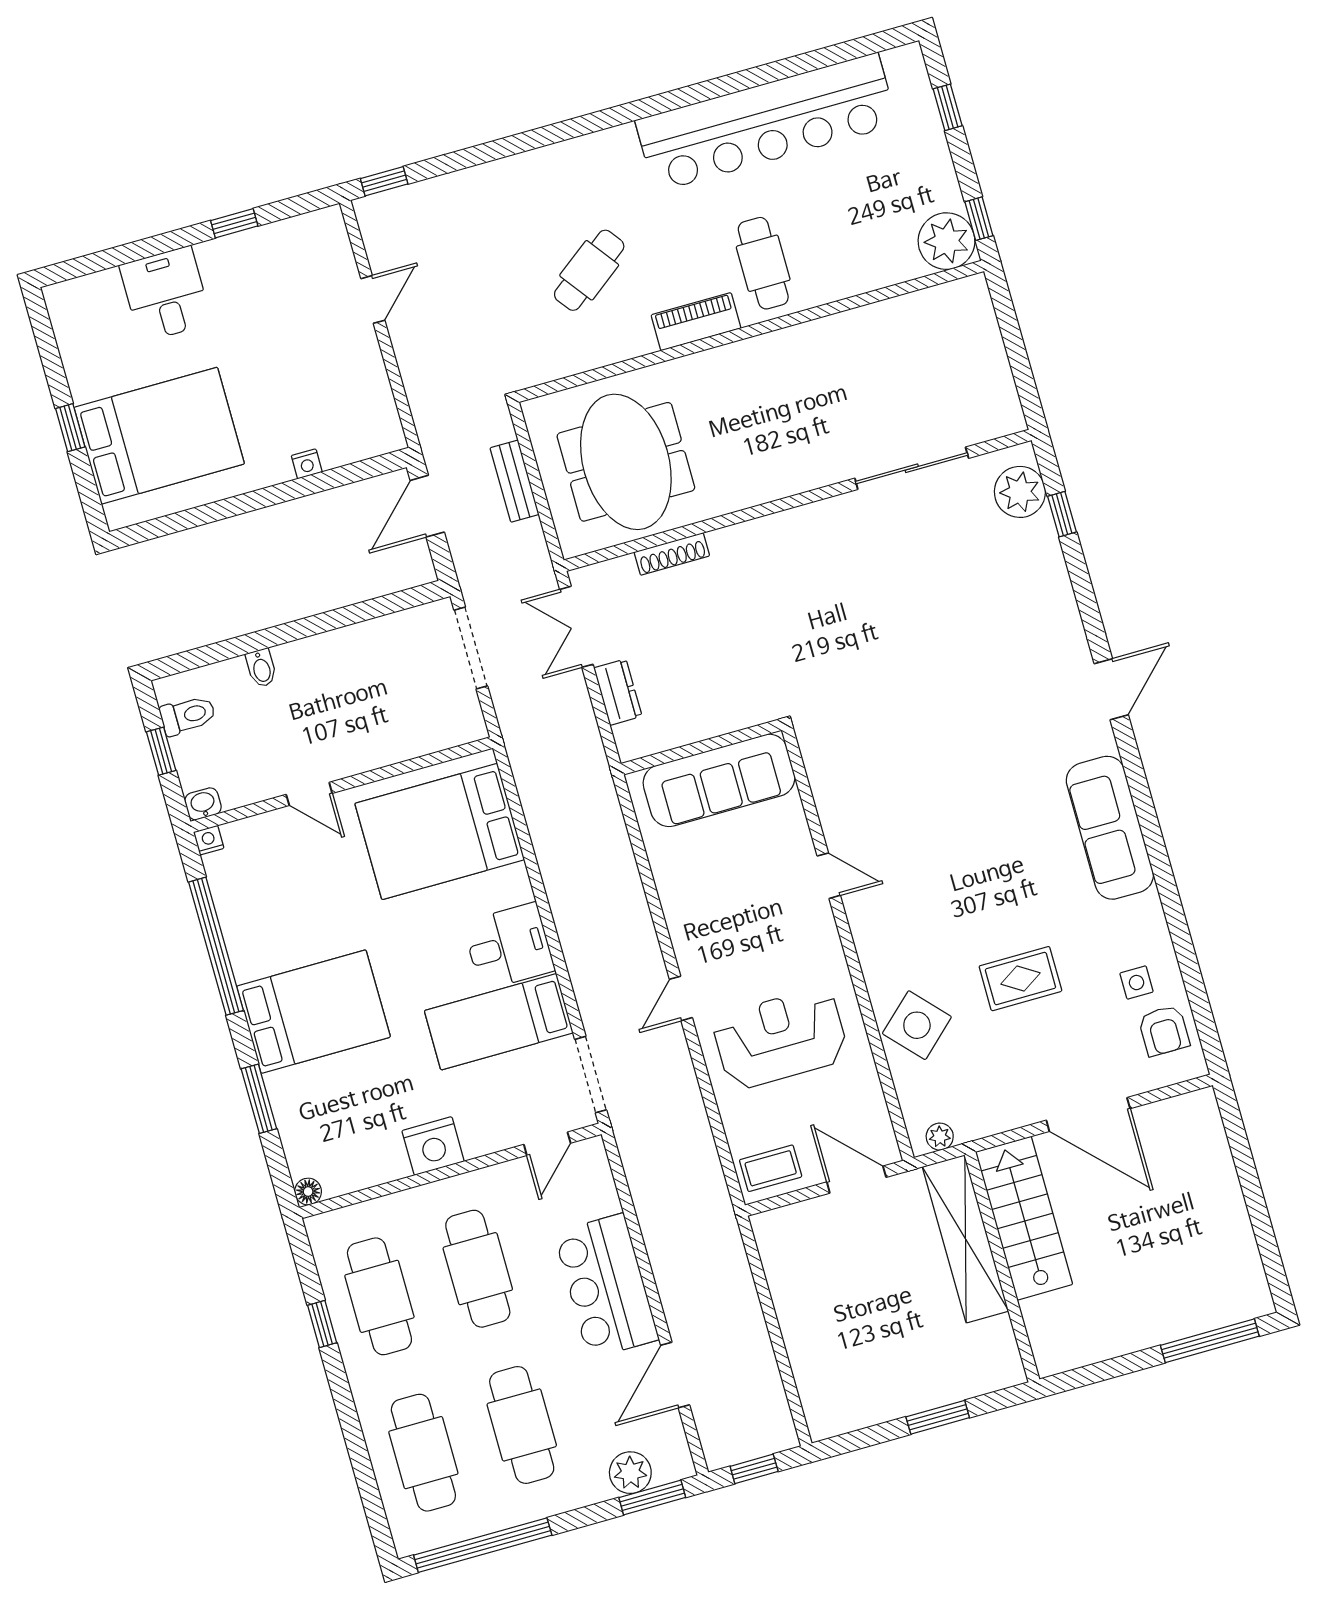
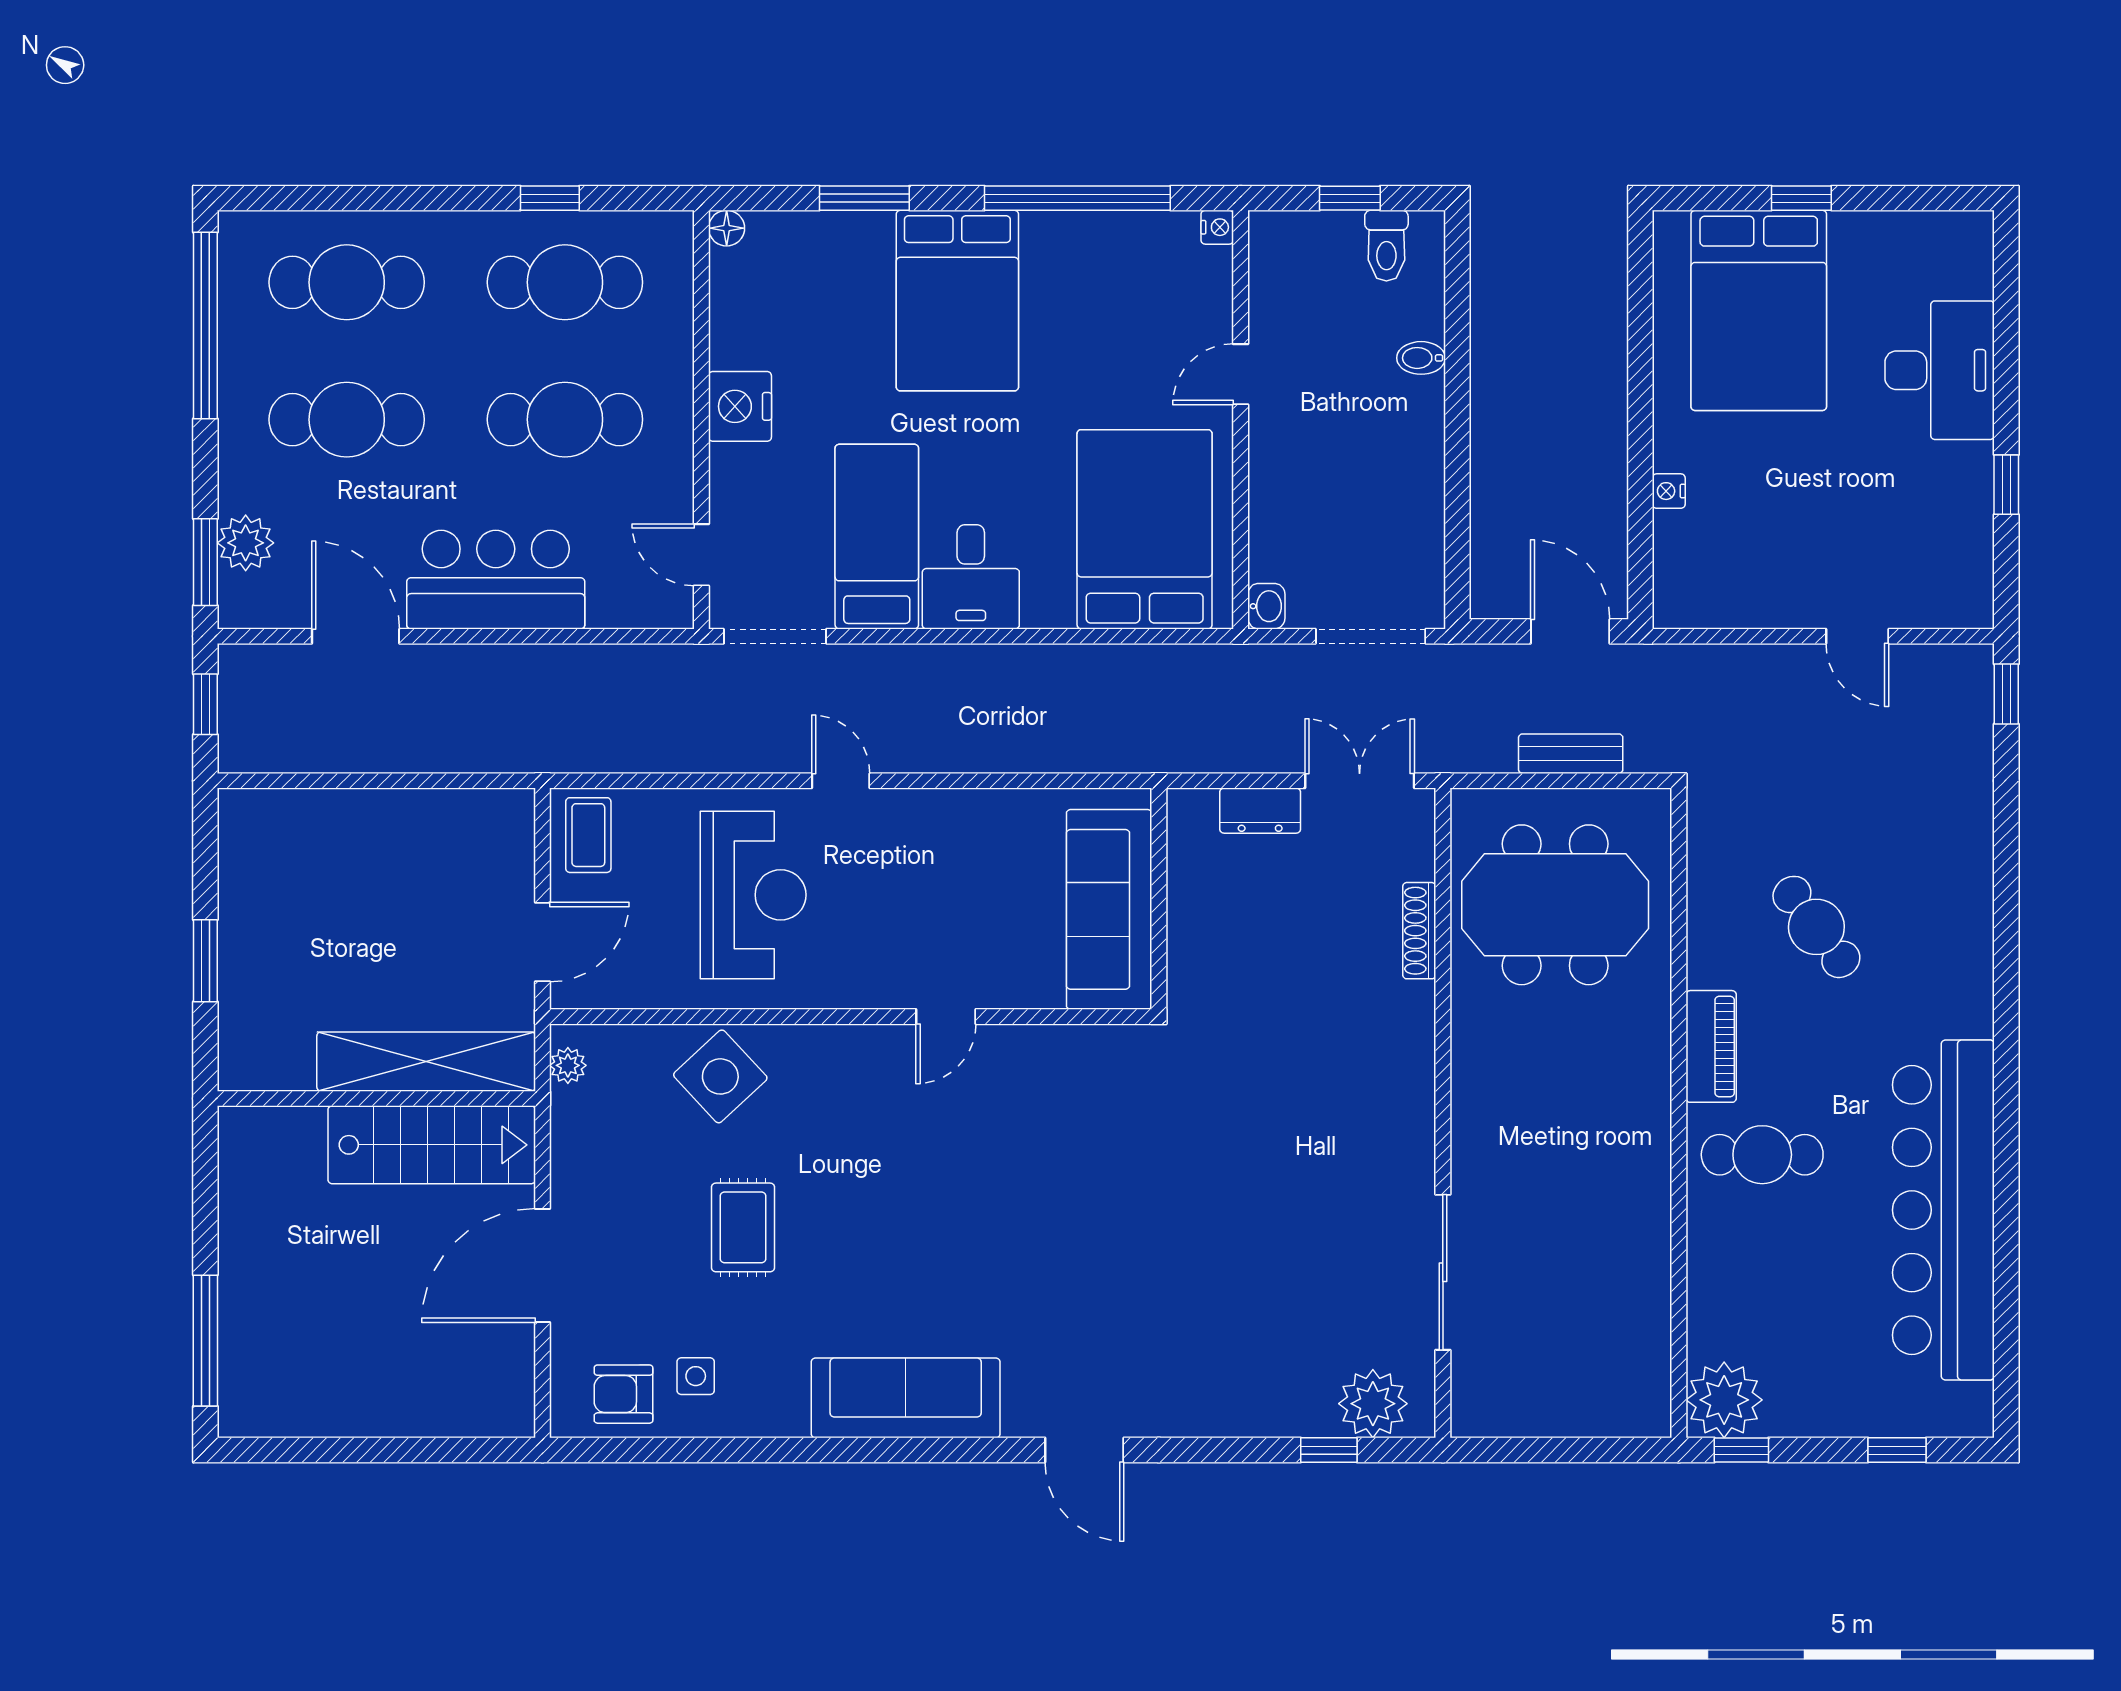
desk: (166, 294) -> (1940, 370), width x1.37
washbasin: (203, 804) -> (1266, 606), moved

